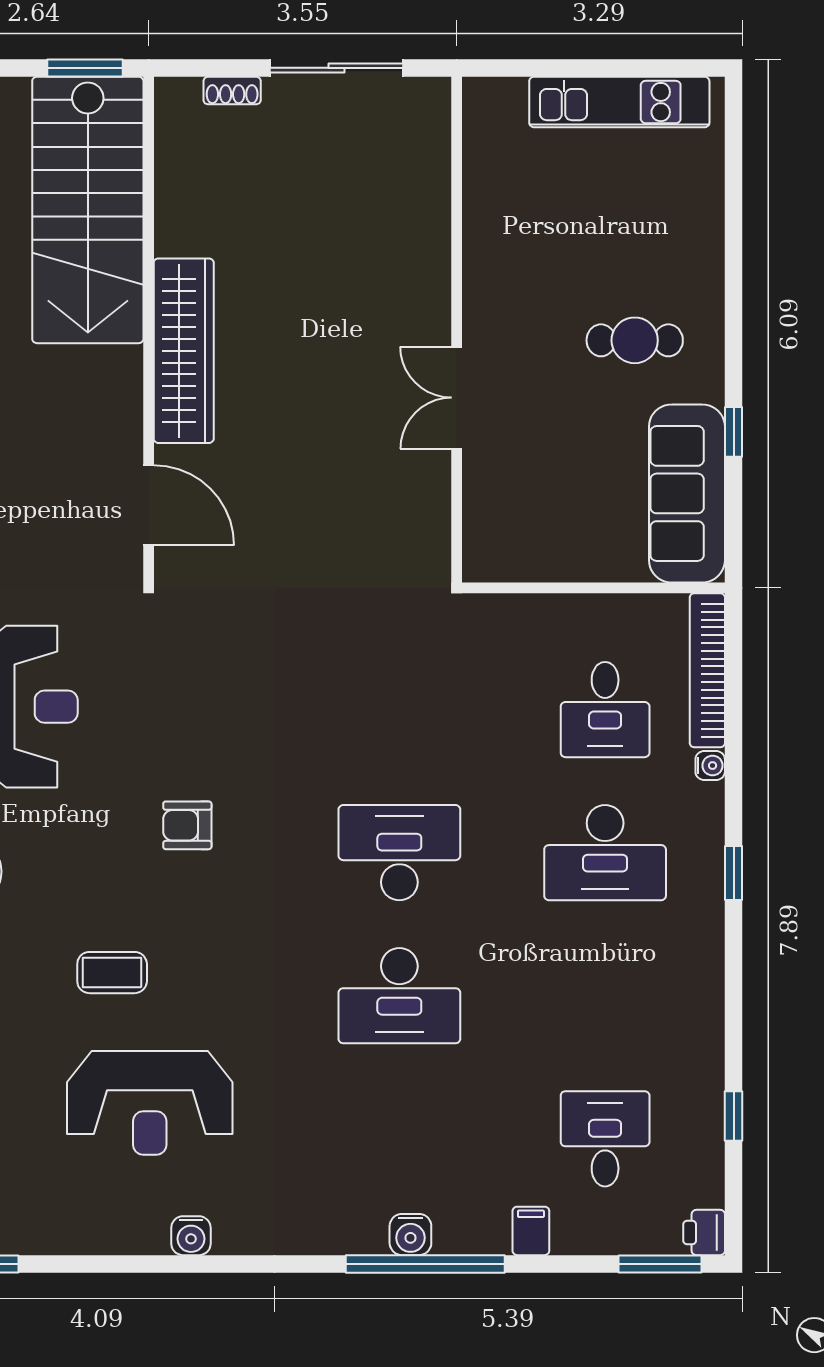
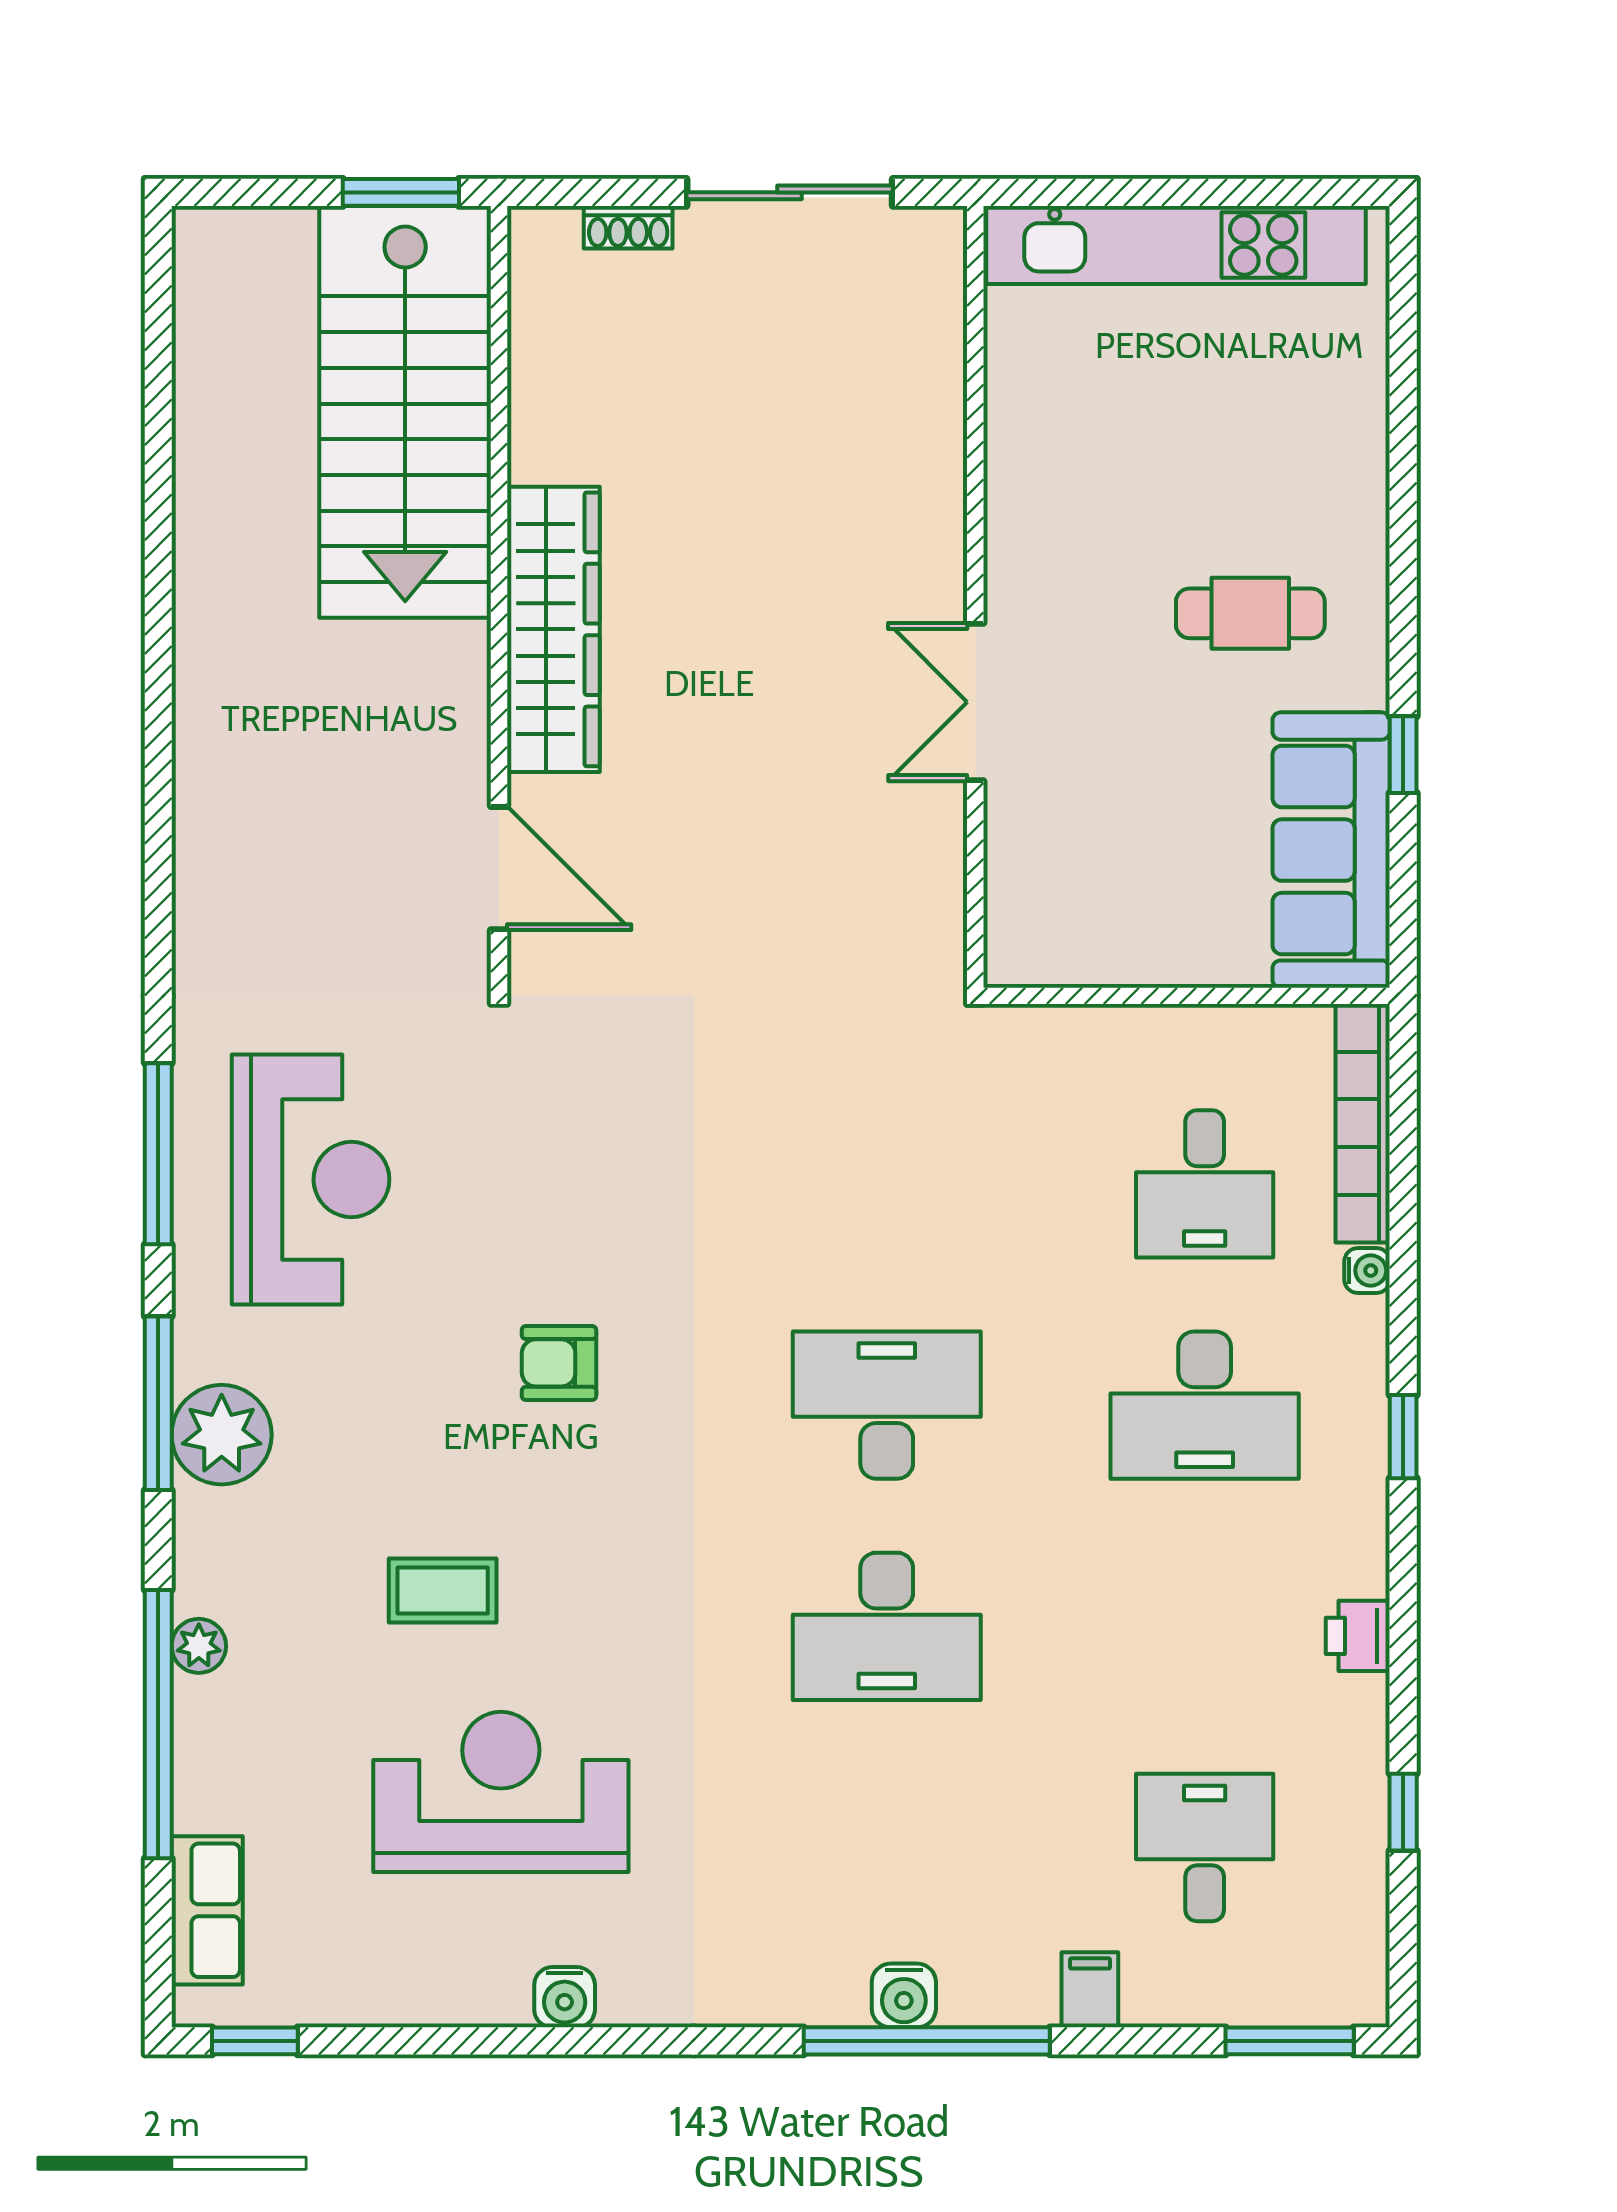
kitchen unit: (619, 102) -> (1176, 245), width x1.36
reception desk: (150, 1103) -> (501, 1792), turned 180
printer: (704, 1232) -> (1358, 1636), moved

